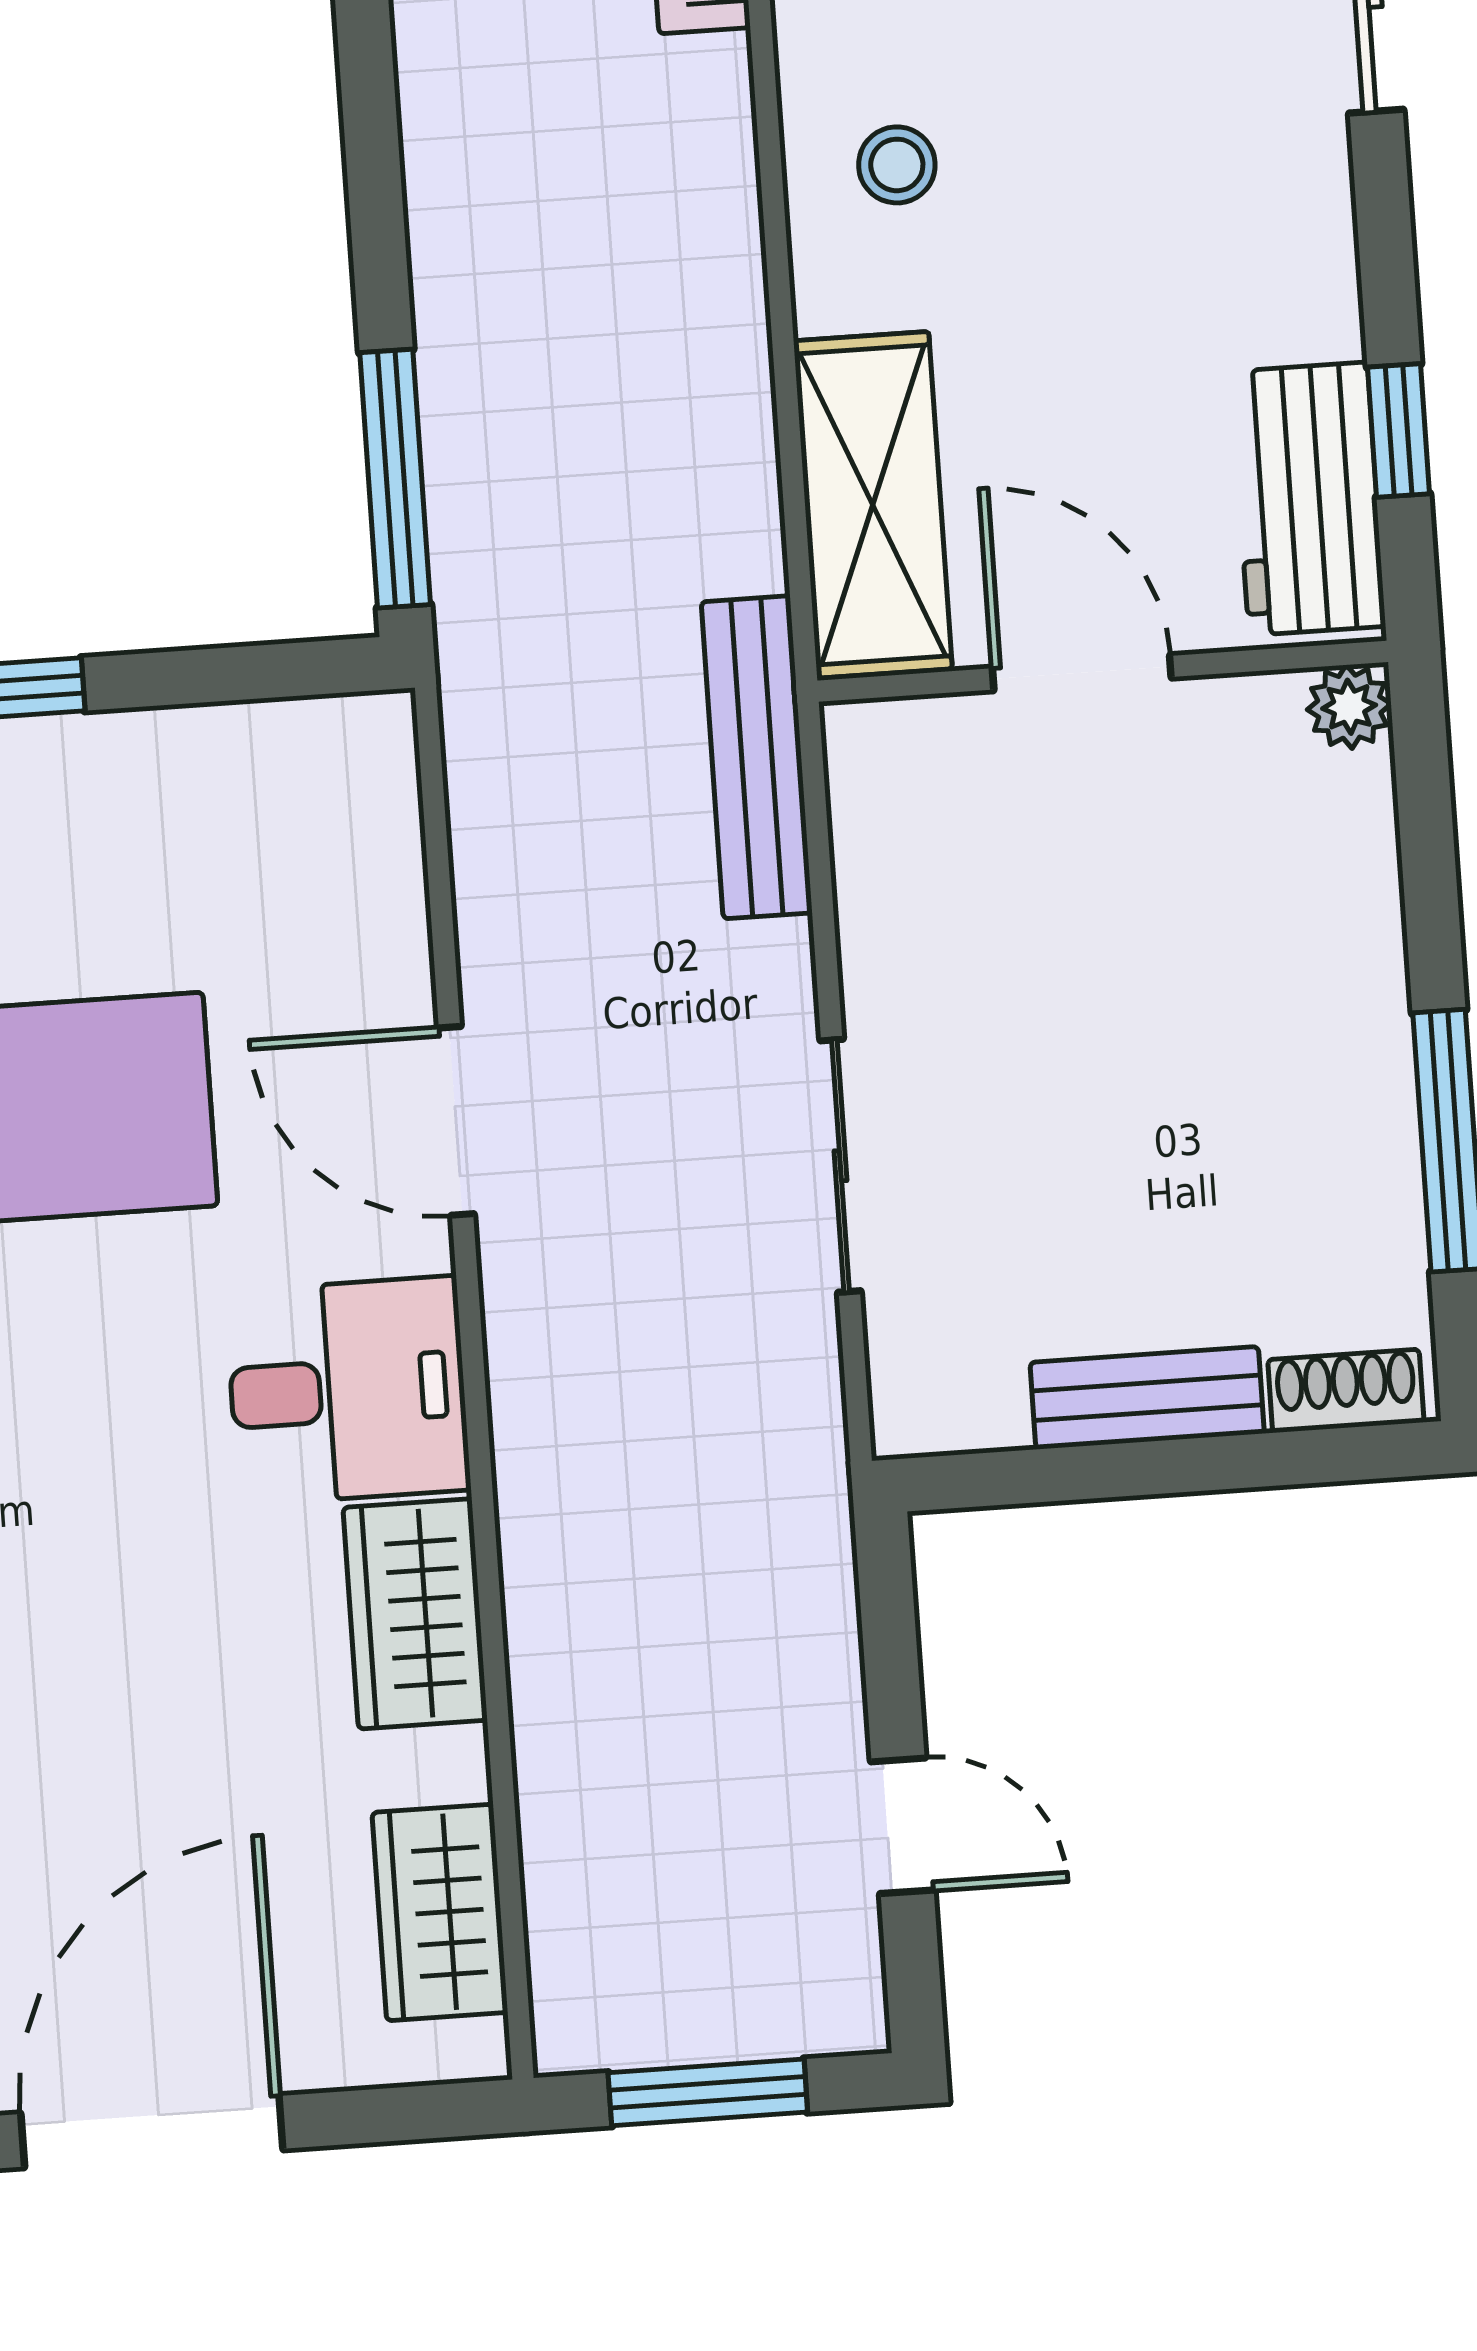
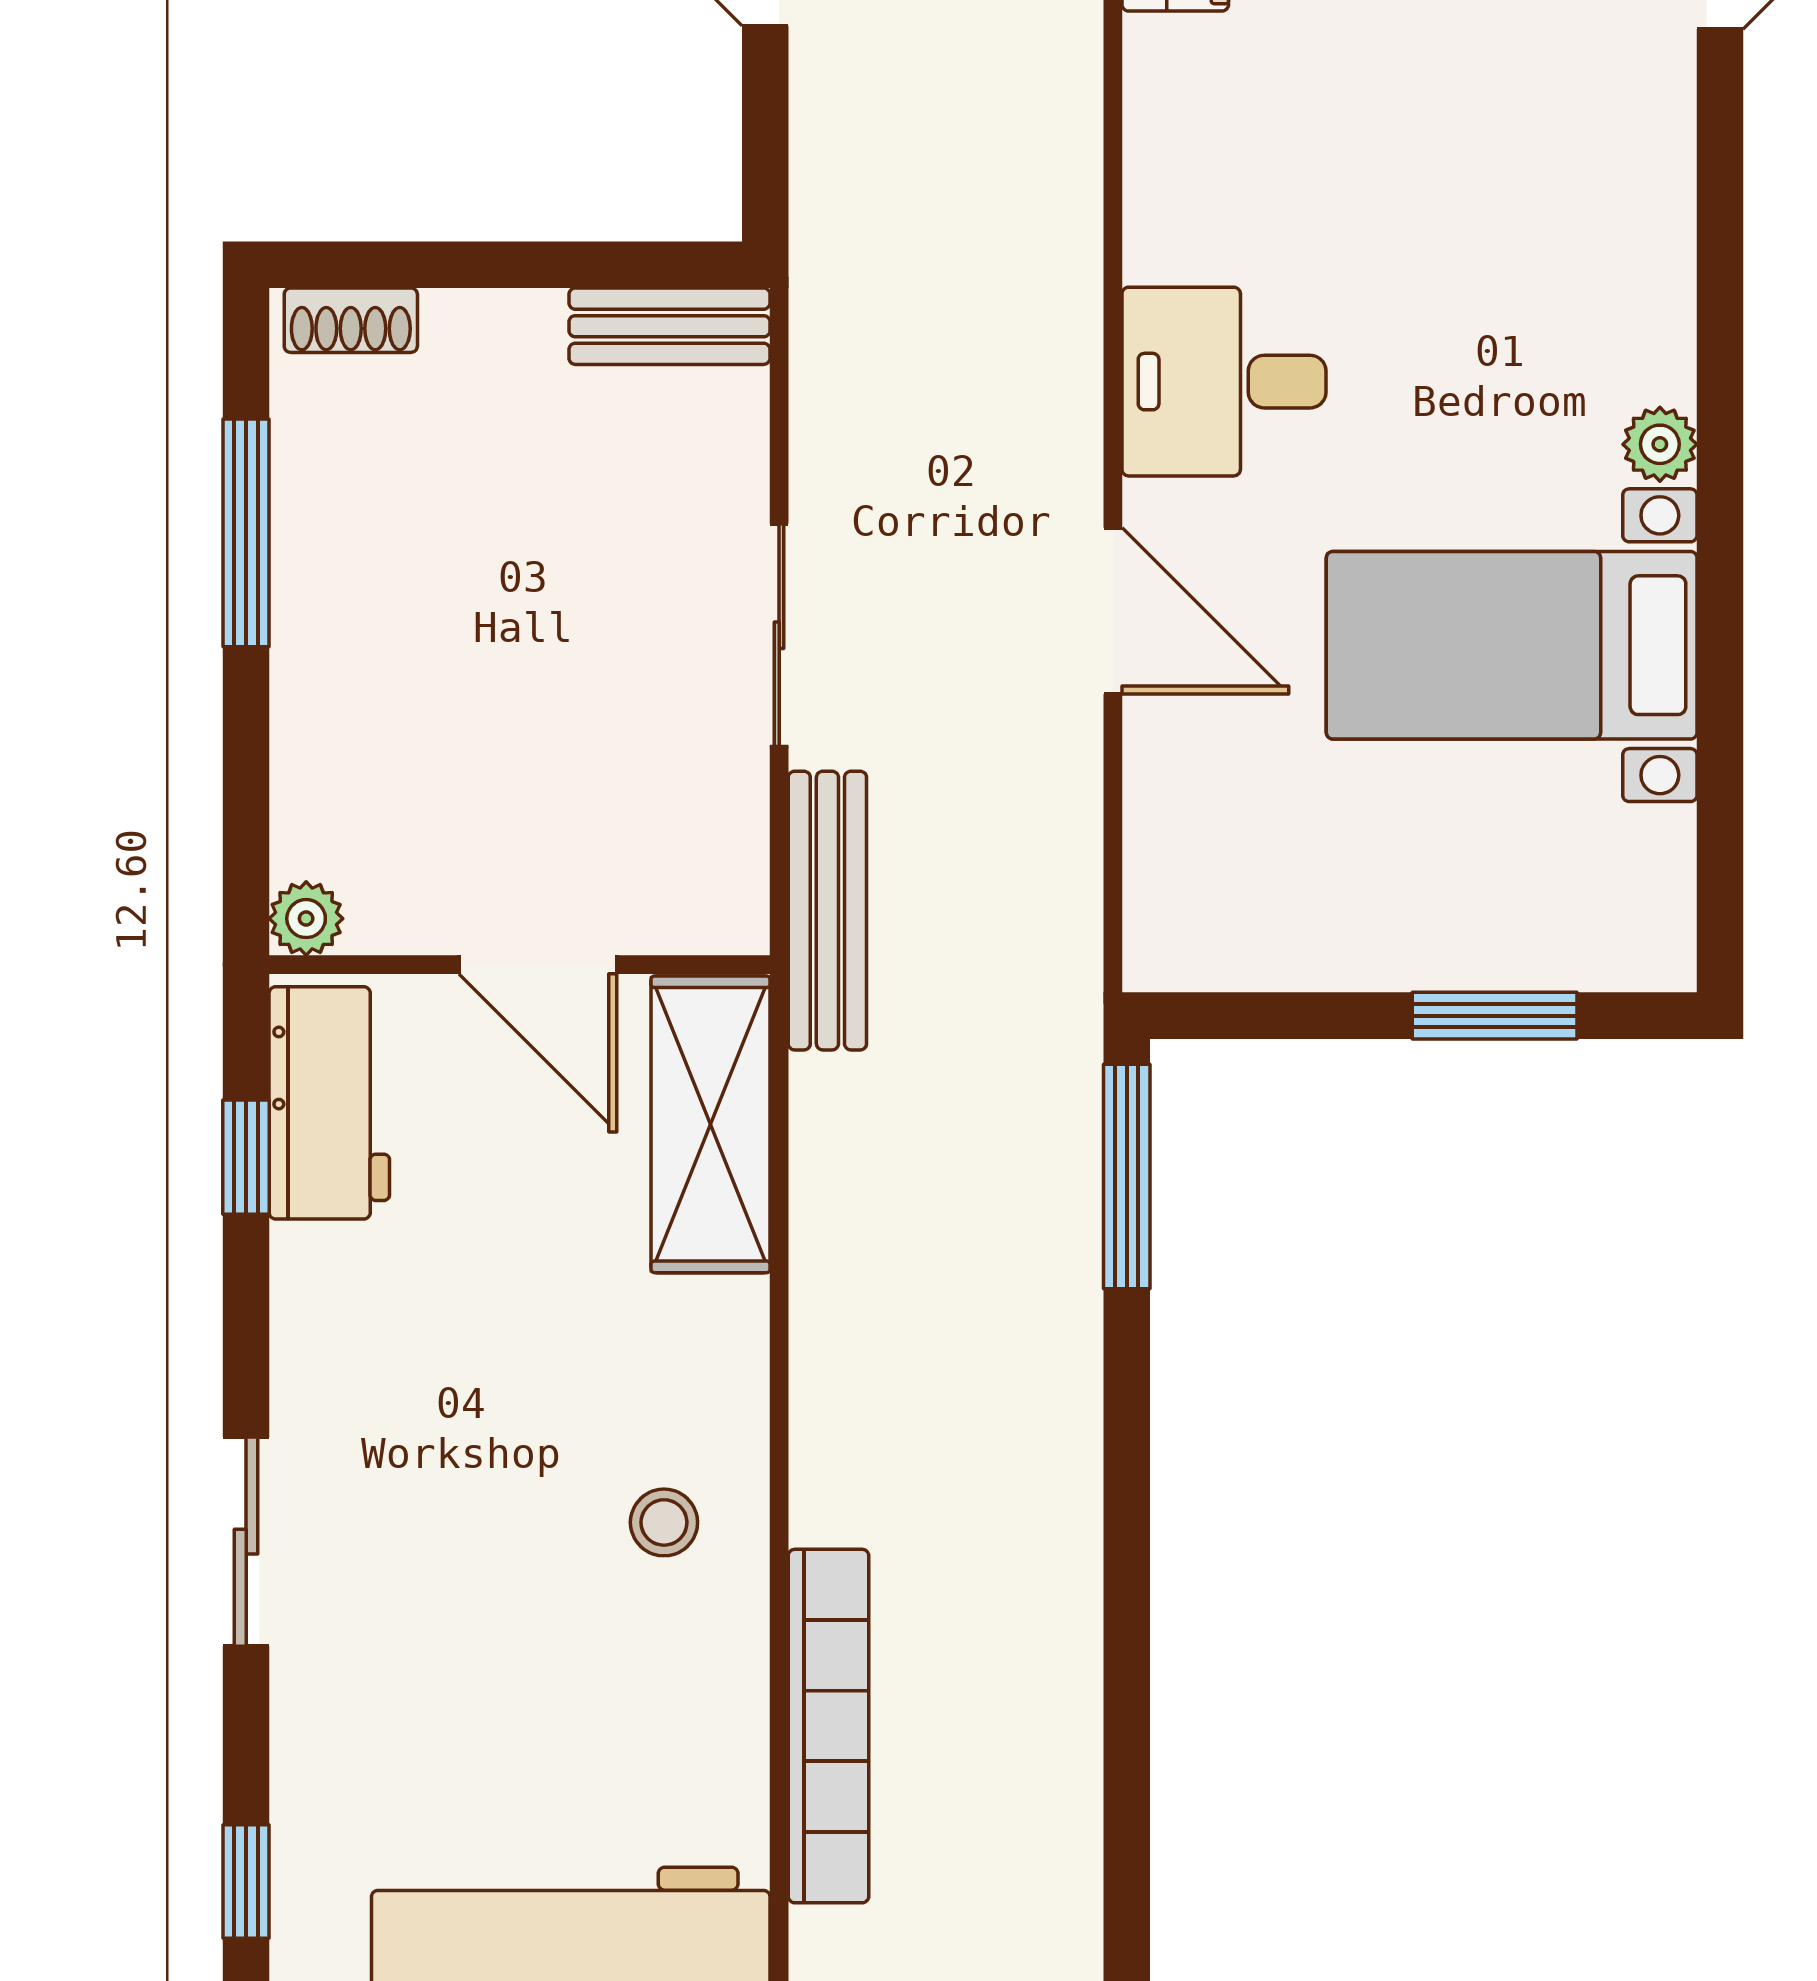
stool: (897, 165) -> (664, 1522), moved
sliding door: (841, 1166) -> (779, 635), moved
bench: (1147, 1398) -> (669, 326), moved
wardrobe: (415, 1614) -> (1179, 182), removed

